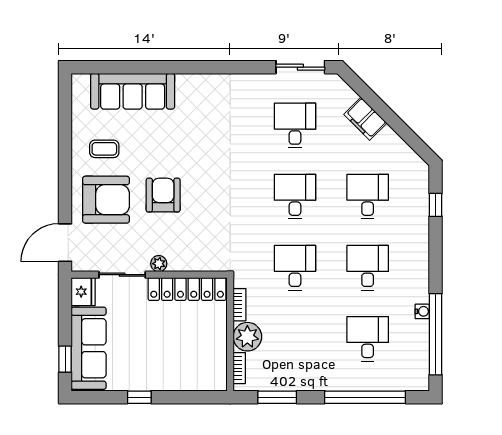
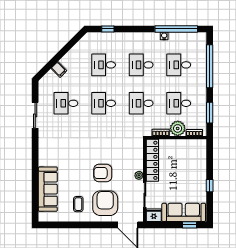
sliding door: (300, 67) -> (35, 115), moved
filing cabinet: (365, 119) -> (59, 70), width x0.50
desk: (295, 339) -> (179, 103), added

